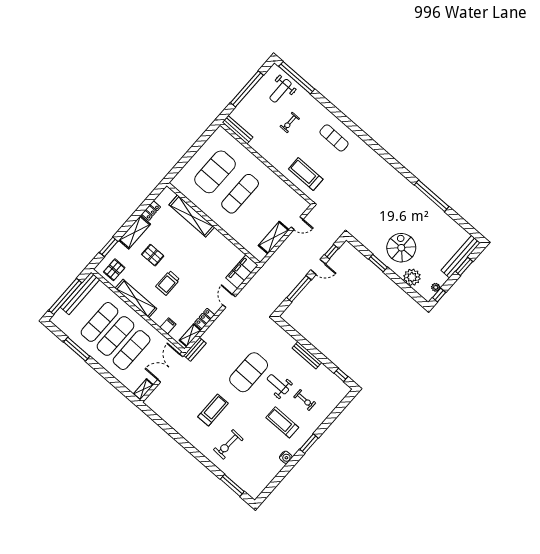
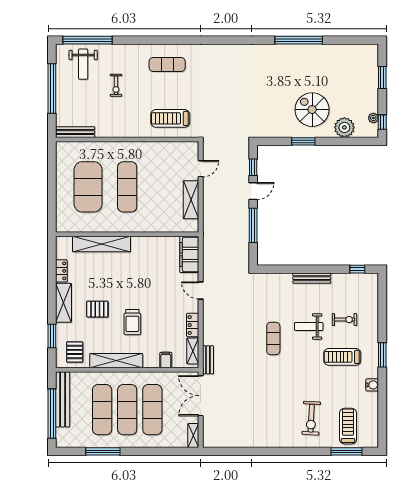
bench: (461, 257) -> (372, 72), removed
exercise mat: (249, 372) -> (273, 338), width x0.50, depth x0.69
treadmill: (213, 410) -> (348, 426), moved

